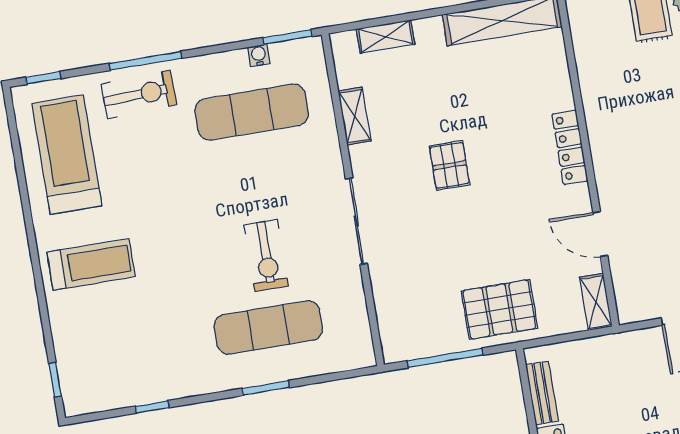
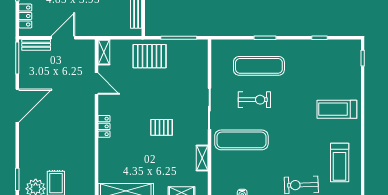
exercise mat: (252, 112) -> (241, 140), moved
locker: (570, 147) -> (104, 126), width x0.66
treadmill: (67, 154) -> (340, 162), width x0.73, depth x0.73
pallet: (450, 165) -> (162, 127), turned 90
exercise bike: (266, 255) -> (254, 100), turned 90

